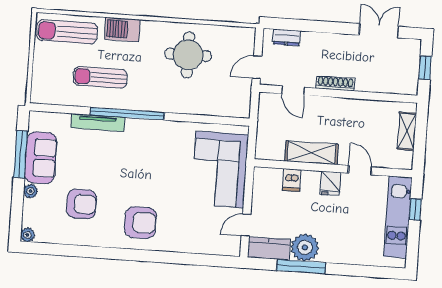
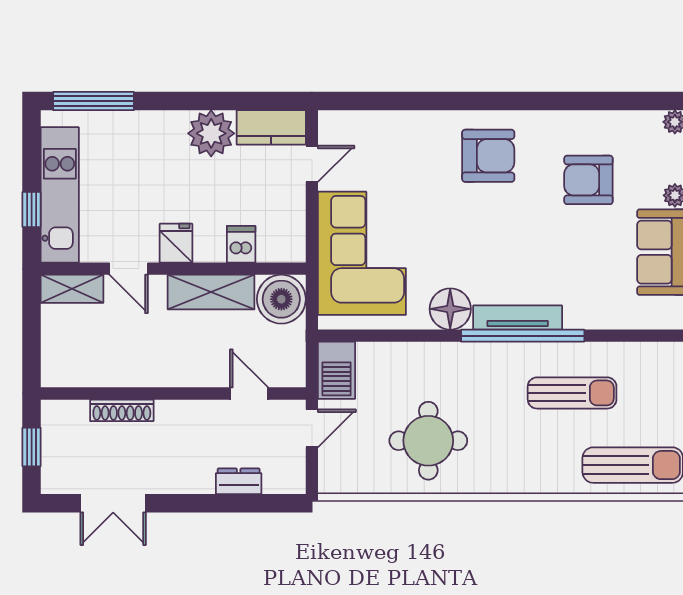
barbecue: (122, 29) -> (337, 370), moved, turned 90
dresser: (287, 37) -> (239, 481), moved
shoe rack: (335, 83) -> (122, 410), moved
tv unit: (98, 122) -> (518, 318), moved
shelving: (407, 131) -> (72, 289), moved, turned 90
floor lamp: (169, 133) -> (450, 309), added
boiler: (270, 146) -> (281, 299), added
armchair: (140, 223) -> (488, 156), turned 180
window: (301, 267) -> (93, 101), moved

